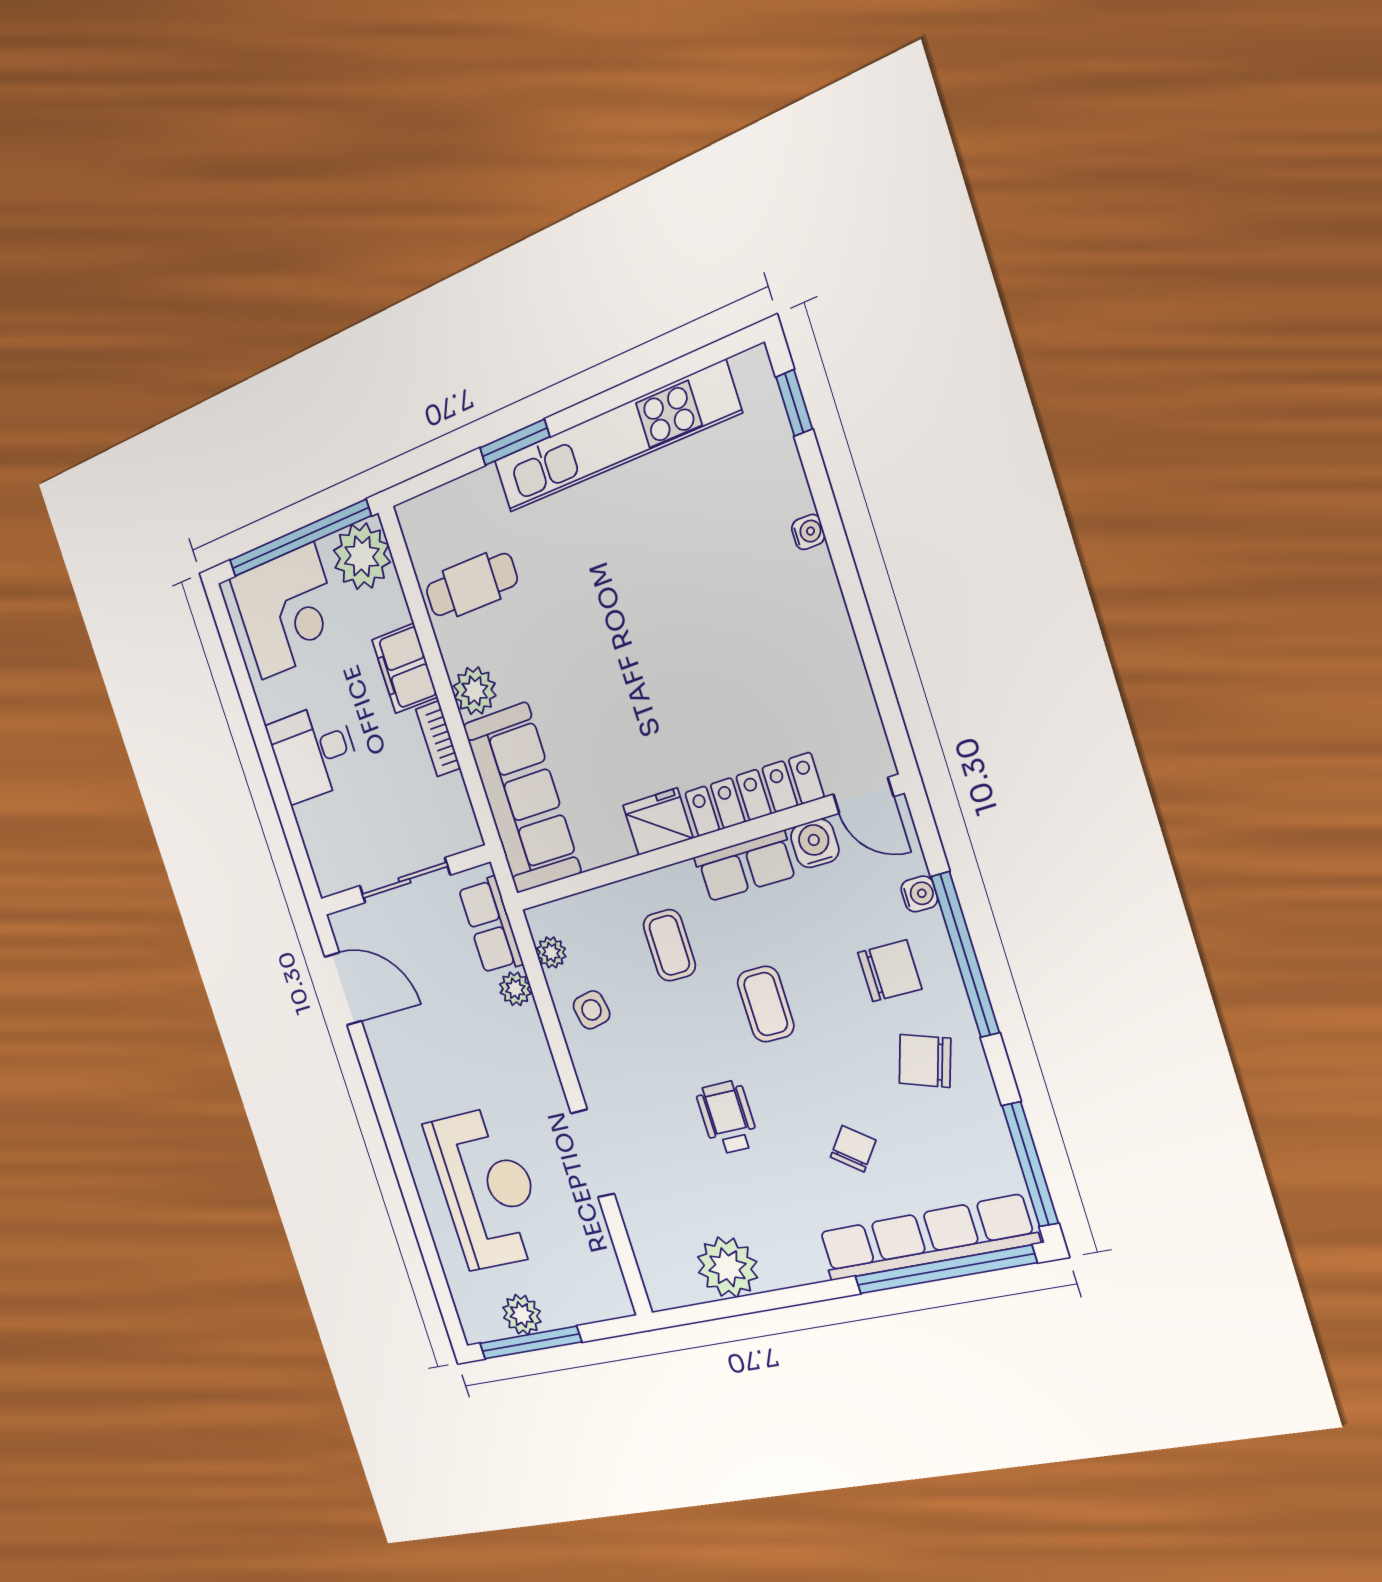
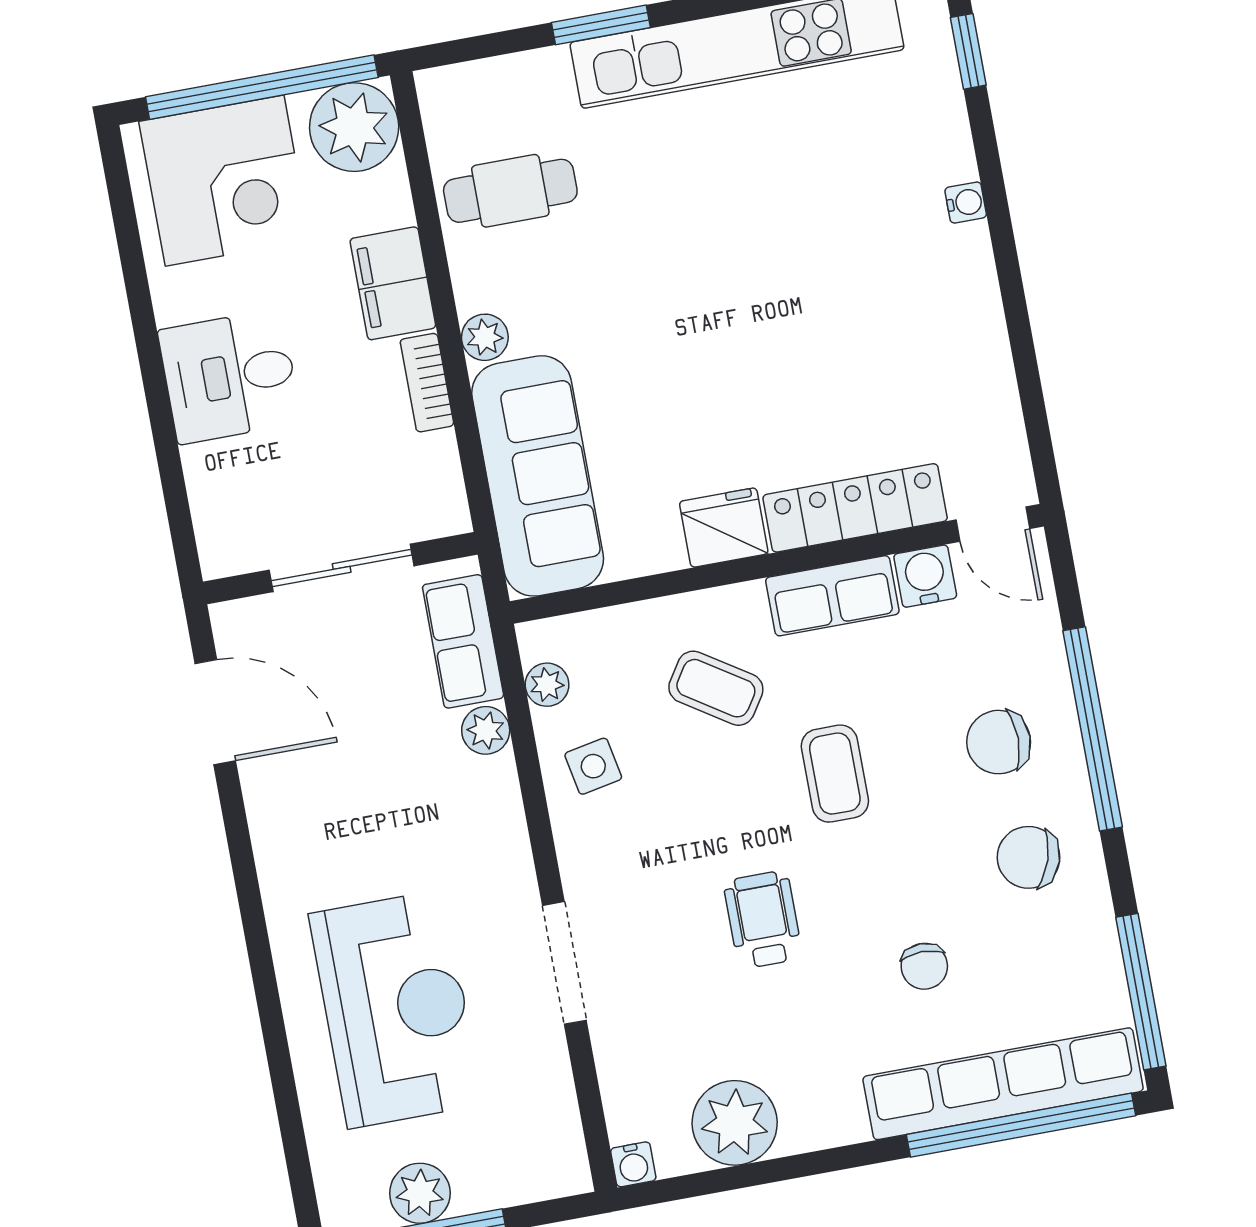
plant: (475, 691) -> (485, 337), width x0.73, depth x0.73
water cooler: (919, 894) -> (633, 1164), moved, turned 90
coffee table: (669, 945) -> (716, 688), turned -57
chair: (890, 971) -> (999, 742), turned 180
chair: (853, 1149) -> (924, 966), turned 143

